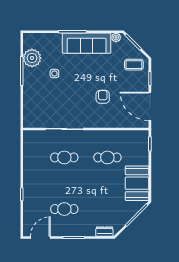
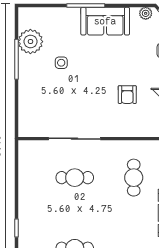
sofa: (87, 43) -> (105, 21), width x0.73
armchair: (103, 97) -> (127, 95), turned 180
cafe table: (107, 157) -> (134, 178), turned 90

